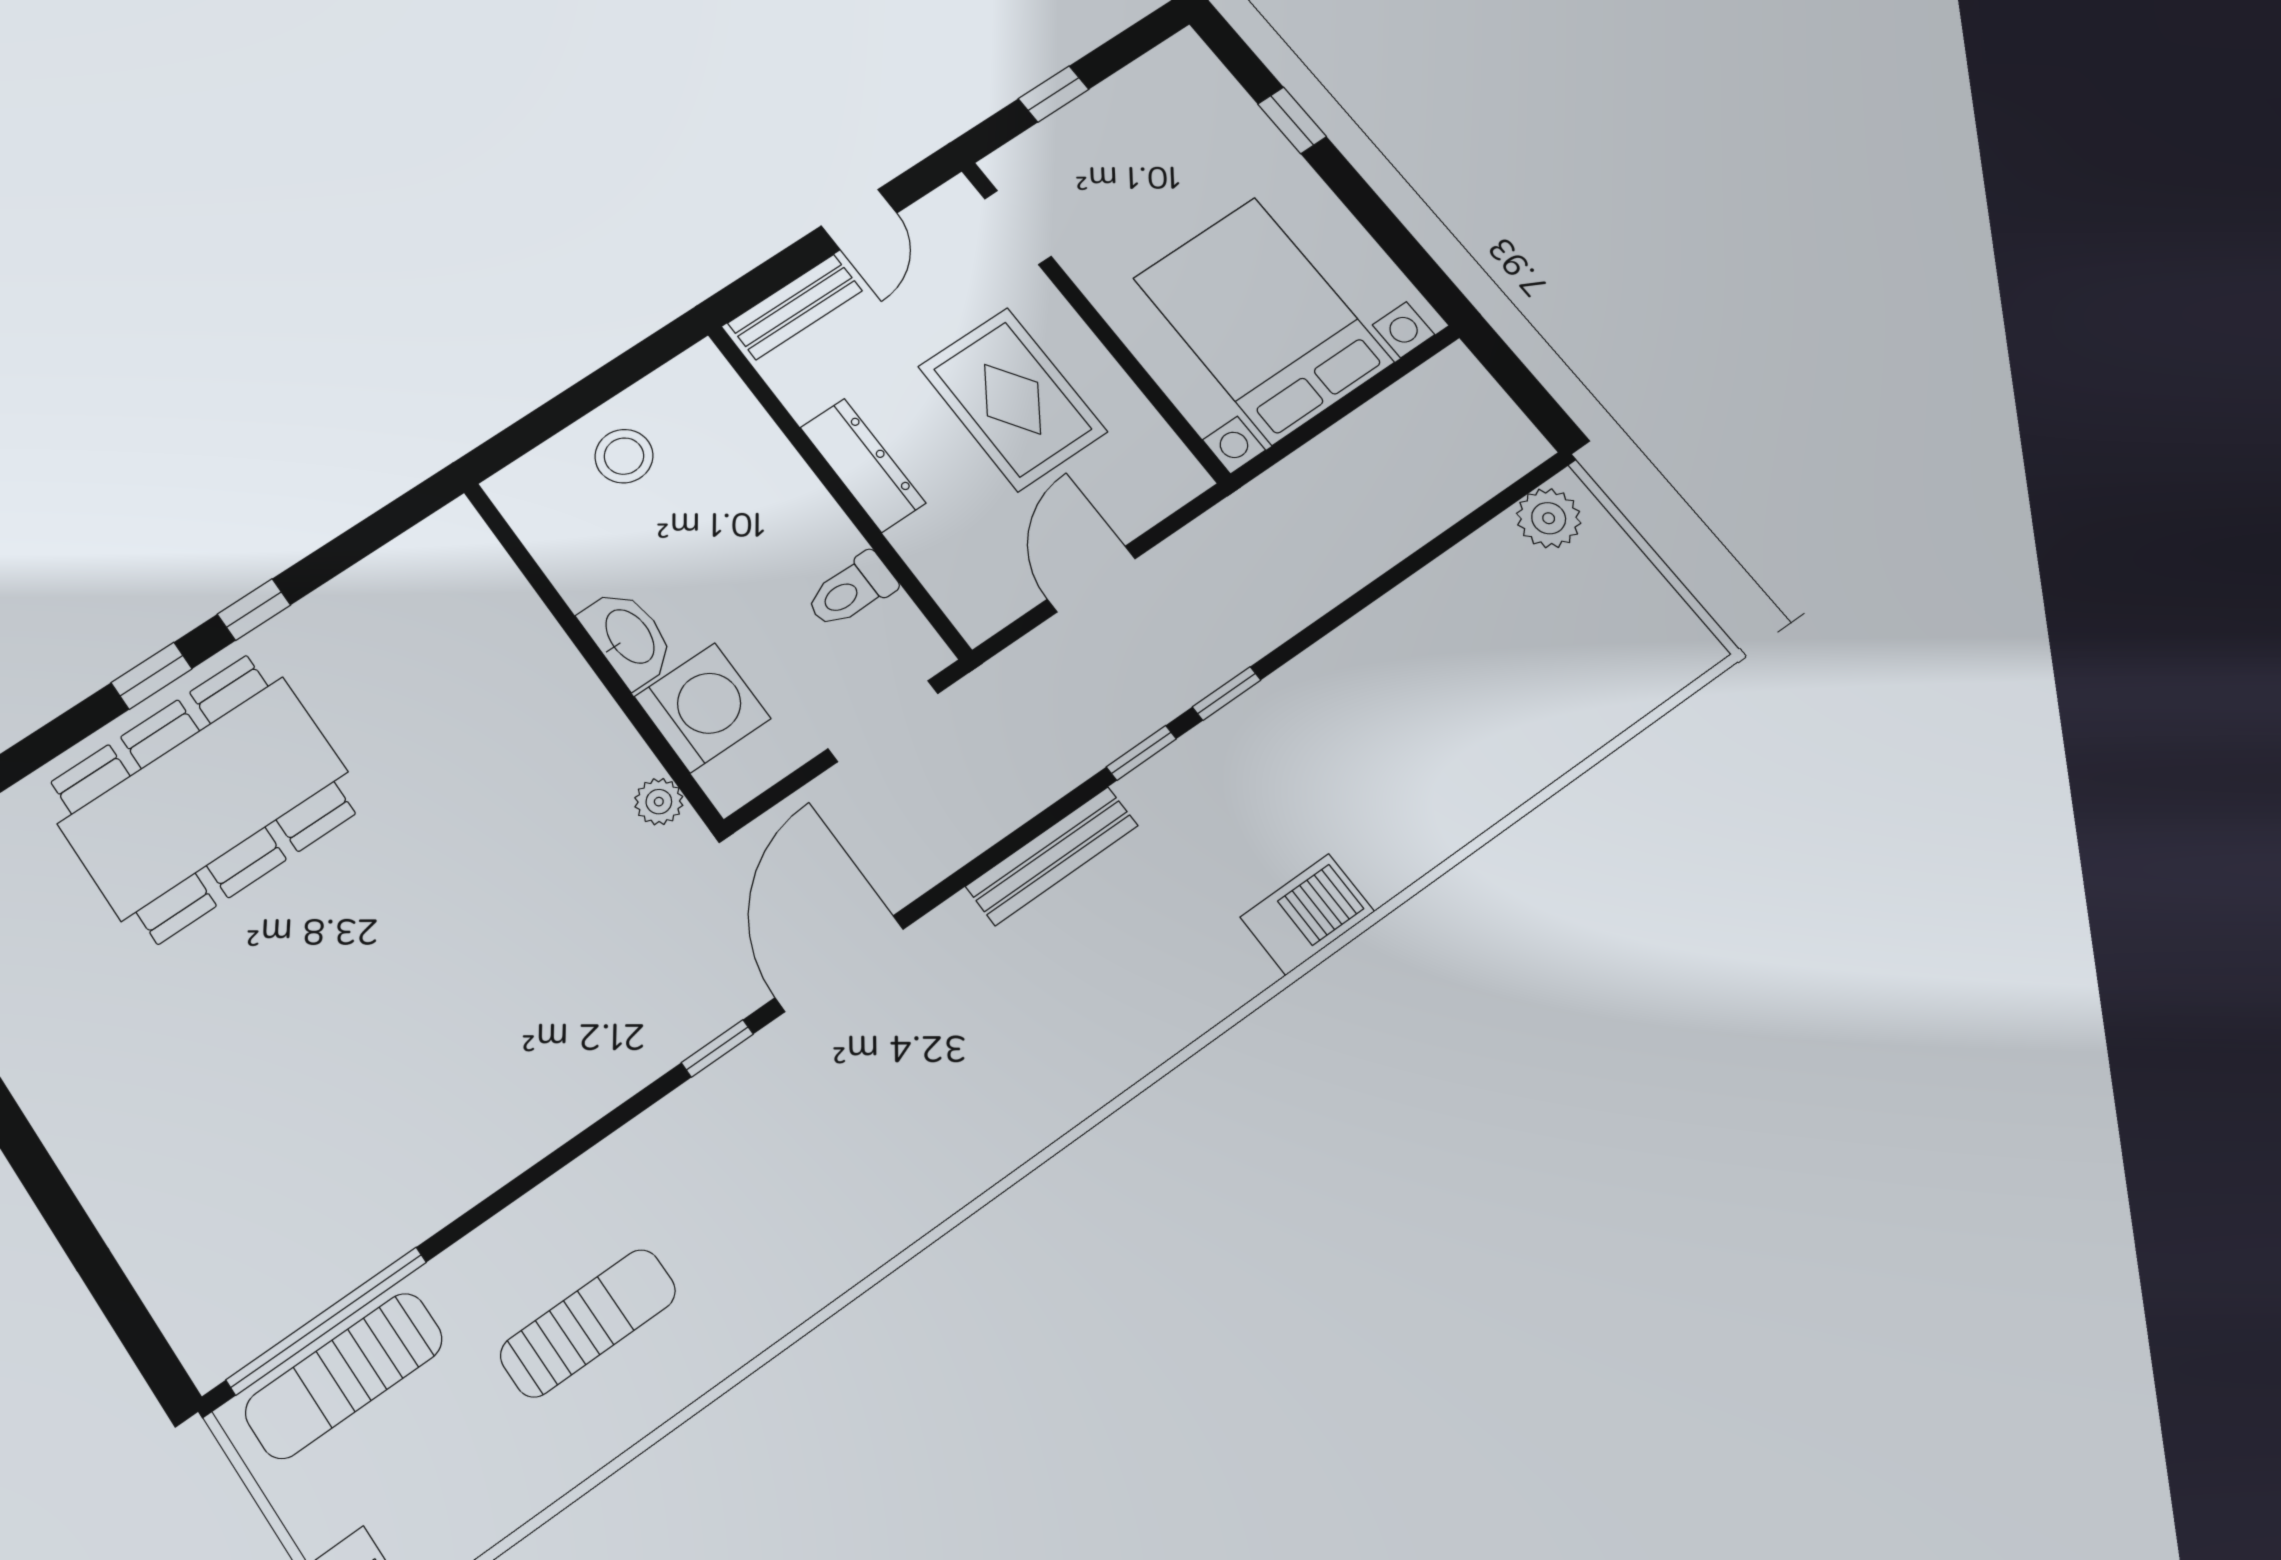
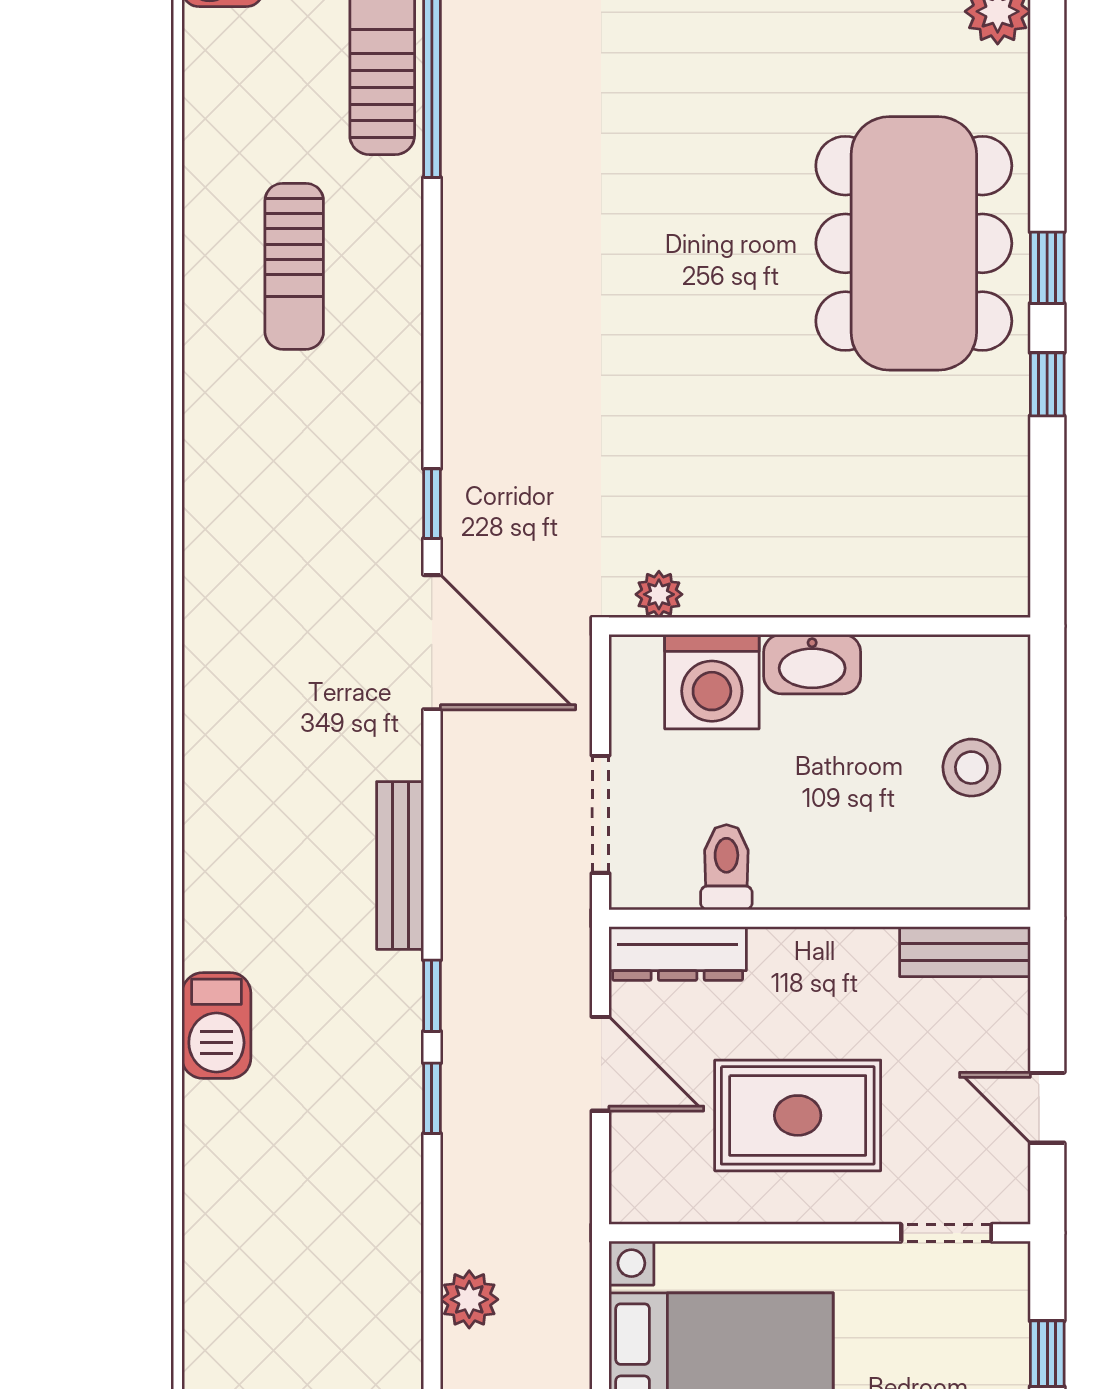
bench: (795, 307) -> (965, 952), moved, turned 90
dresser: (863, 465) -> (678, 953), moved
plant: (1366, 550) -> (469, 1299), added

